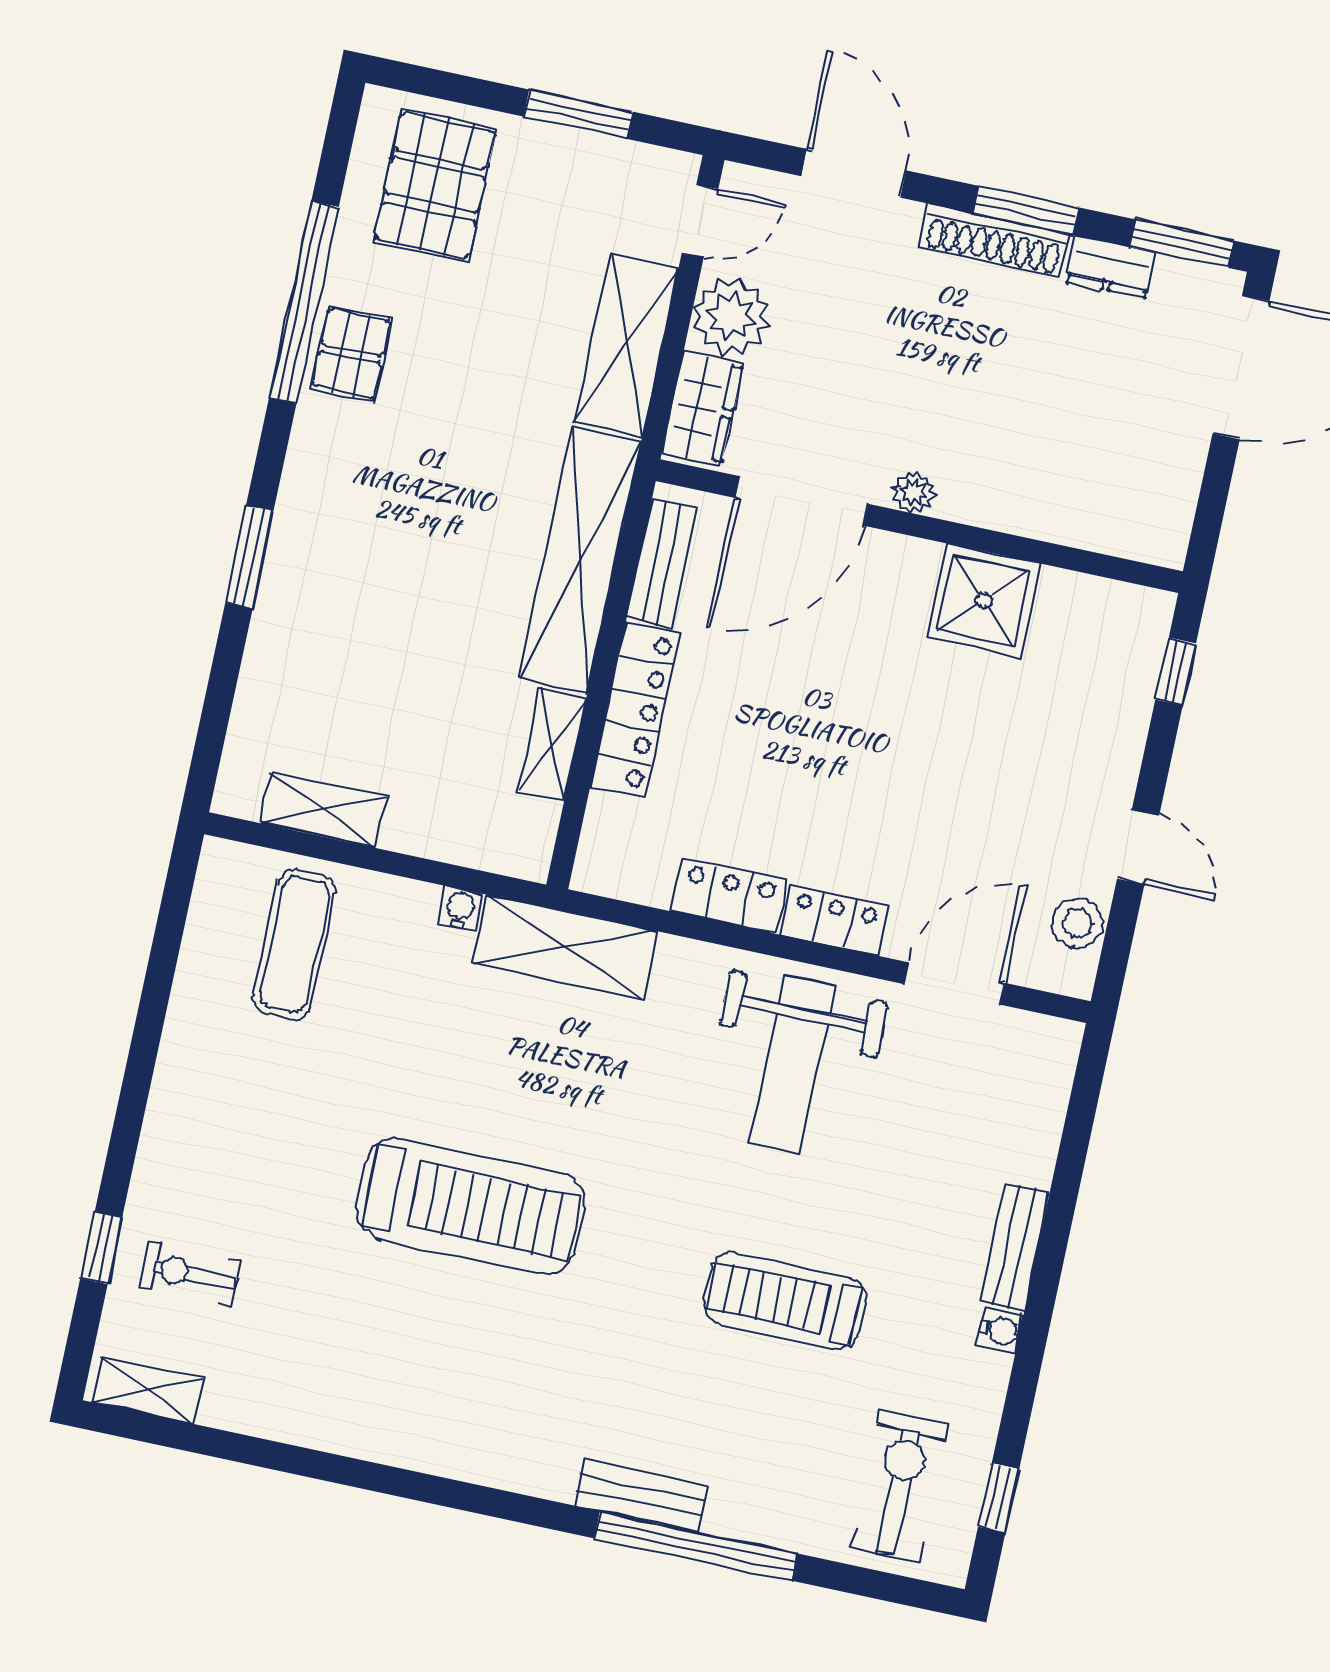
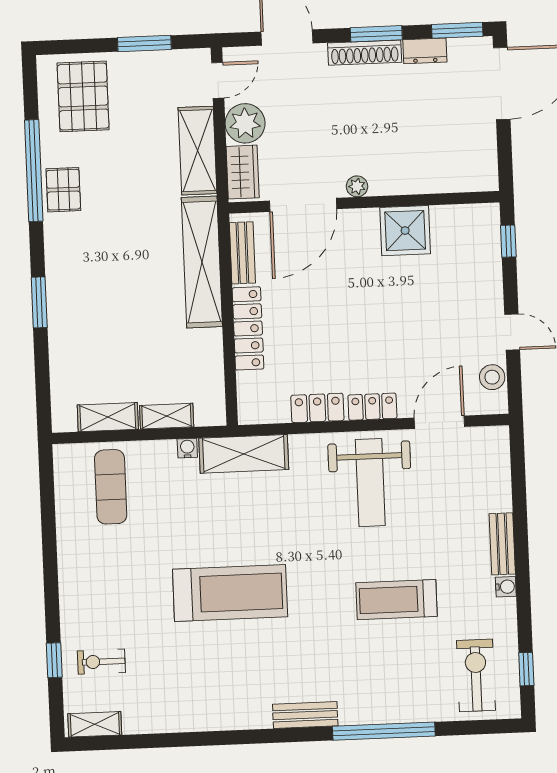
shelving: (552, 744) -> (167, 416), moved, turned 90
bench: (641, 1495) -> (305, 715), moved

